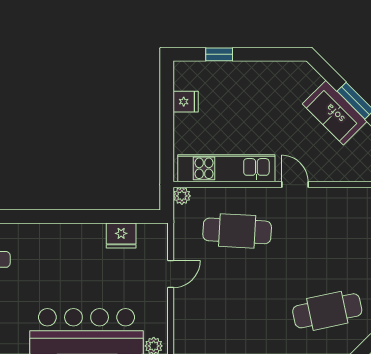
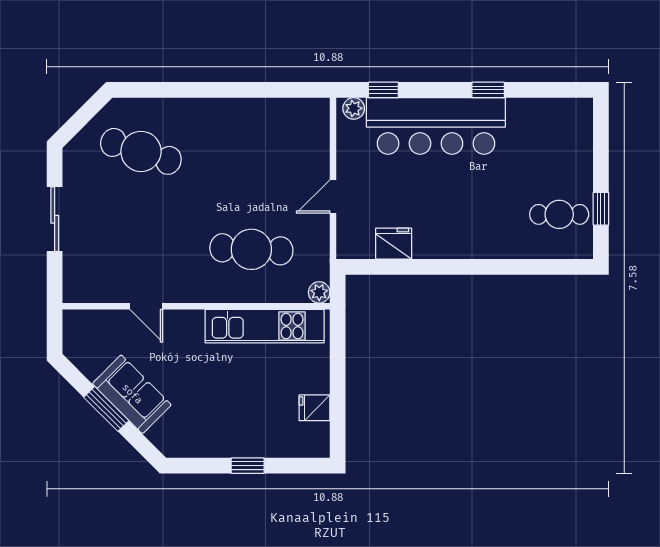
window: (219, 54) -> (248, 466), moved
door: (295, 185) -> (146, 306), moved
cafe table: (327, 311) -> (141, 151), turned 30

